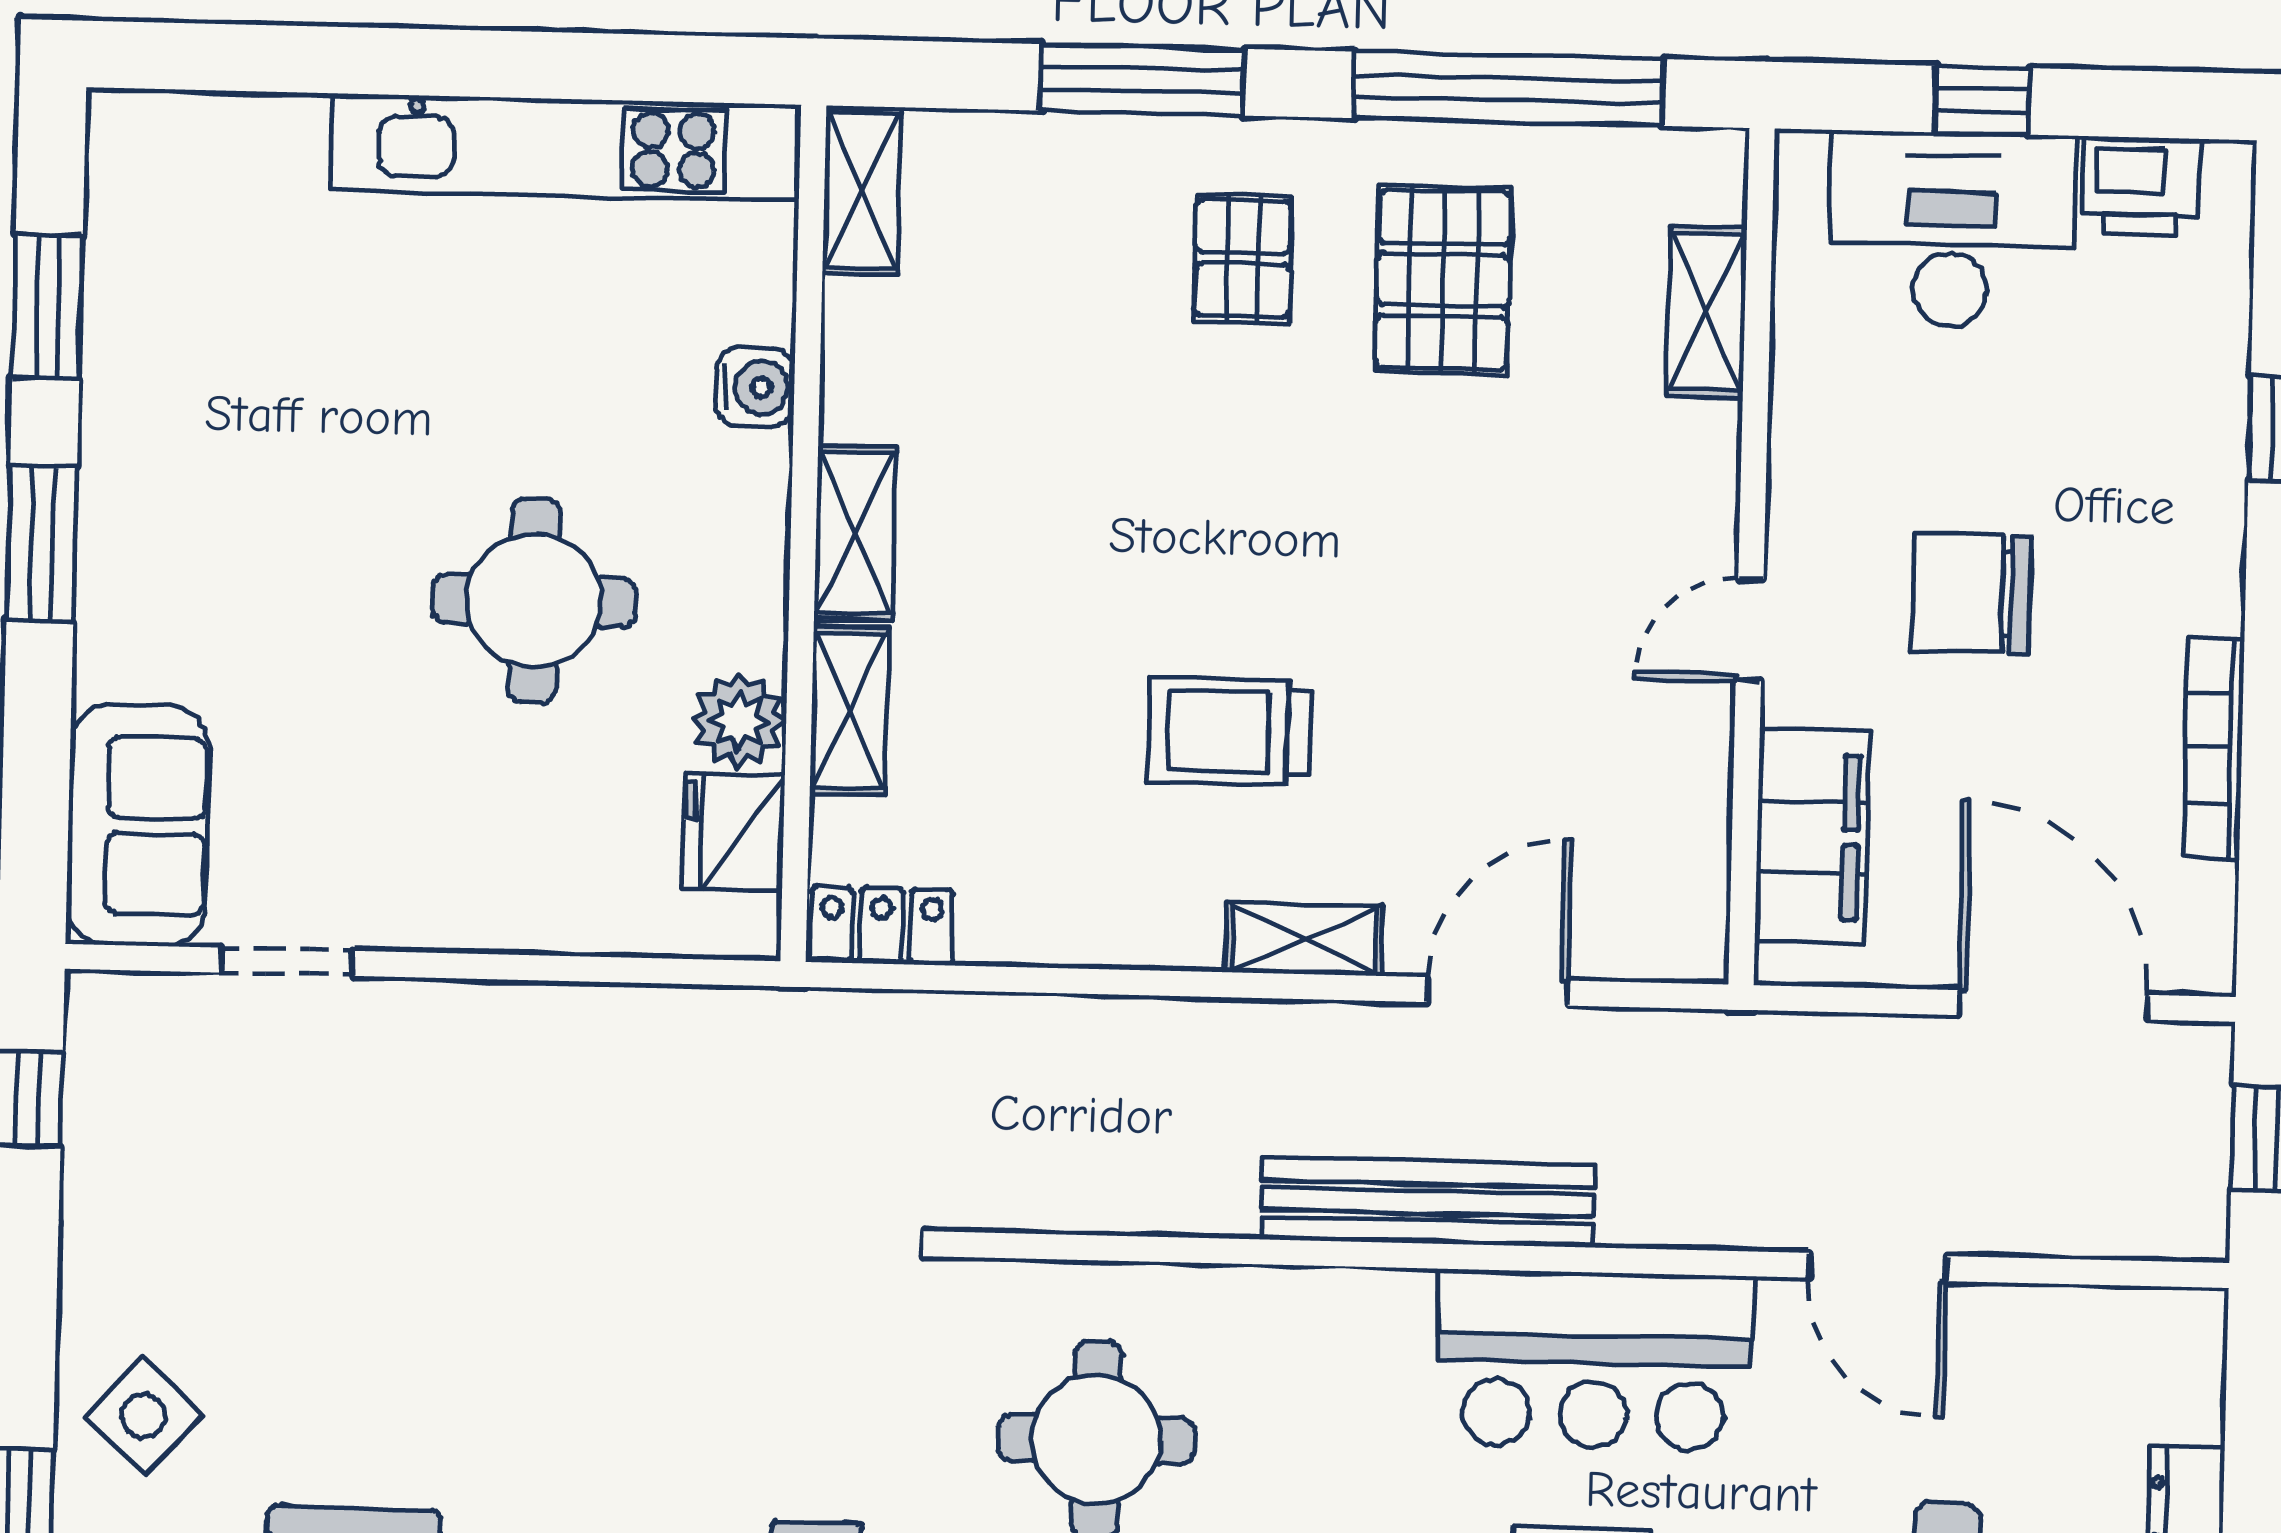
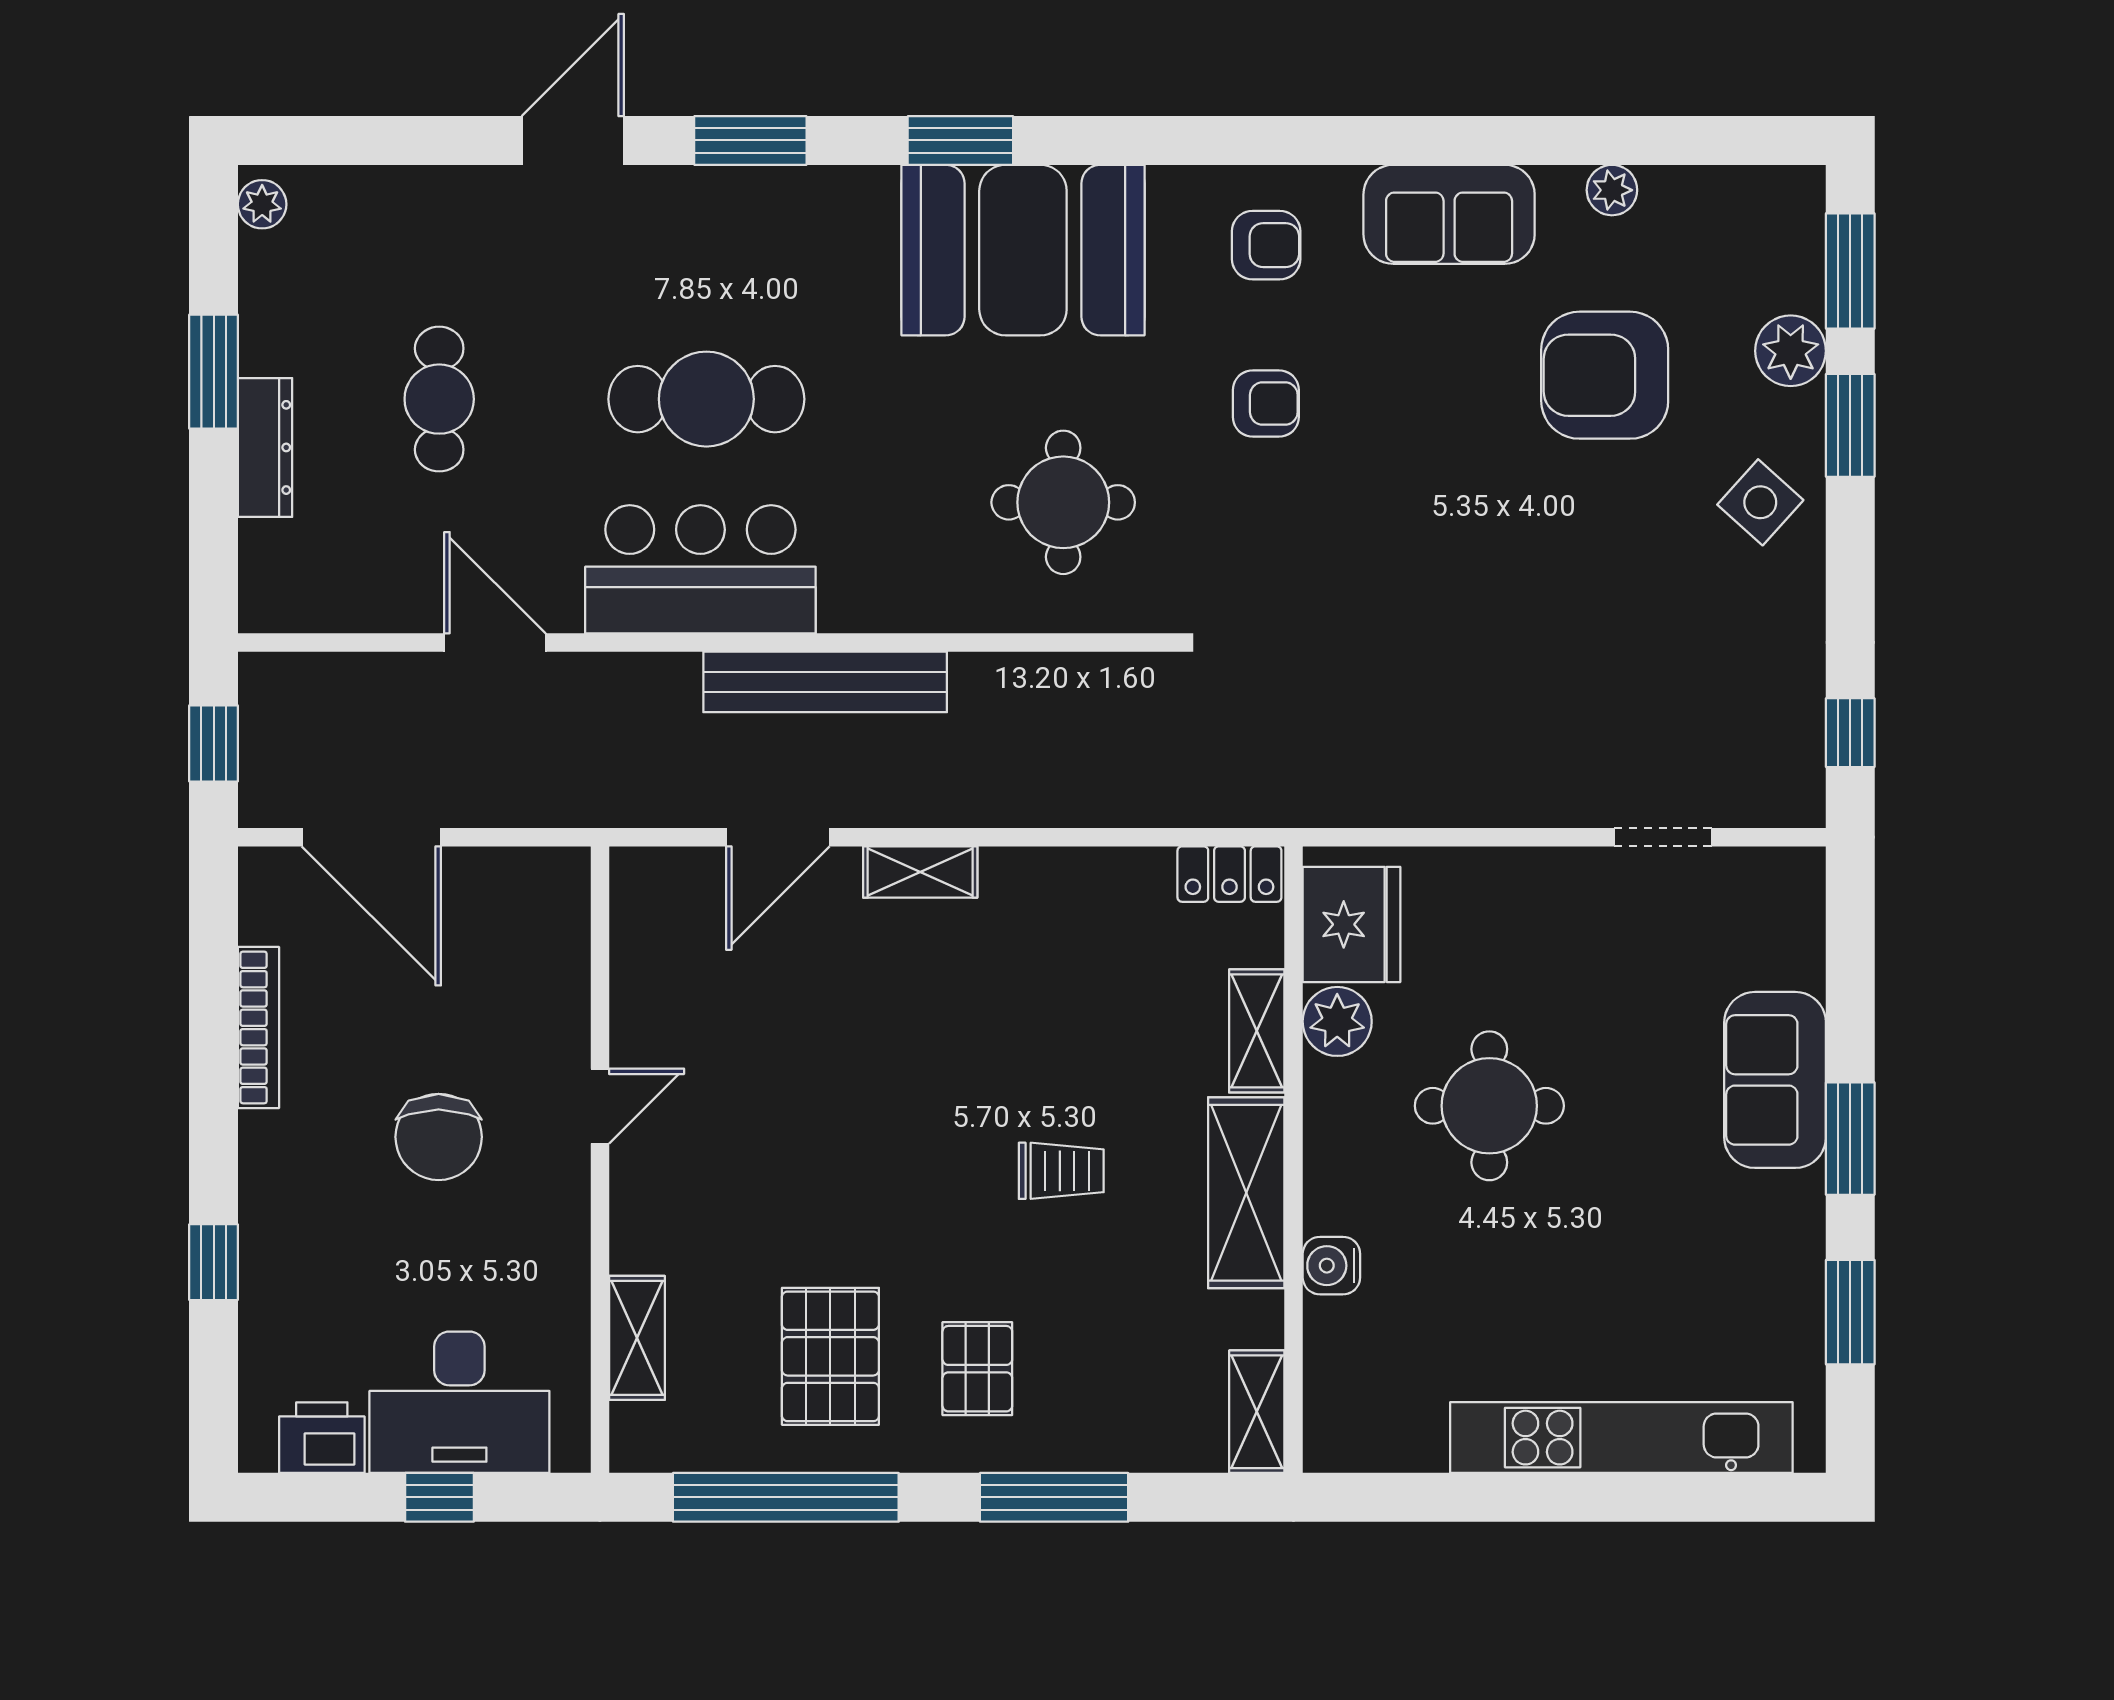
kitchen unit: (566, 147) -> (1621, 1438), moved
shelving: (855, 533) -> (1246, 1193), width x1.50, depth x1.33
chair: (1971, 593) -> (439, 1137), turned 90
trolley: (1229, 732) -> (1061, 1171), moved, width x0.73, depth x0.72
sofa: (138, 825) -> (1775, 1080), moved
fridge: (734, 832) -> (1351, 924), width x1.36, depth x1.34
filing cabinet: (1812, 837) -> (550, 956), removed

